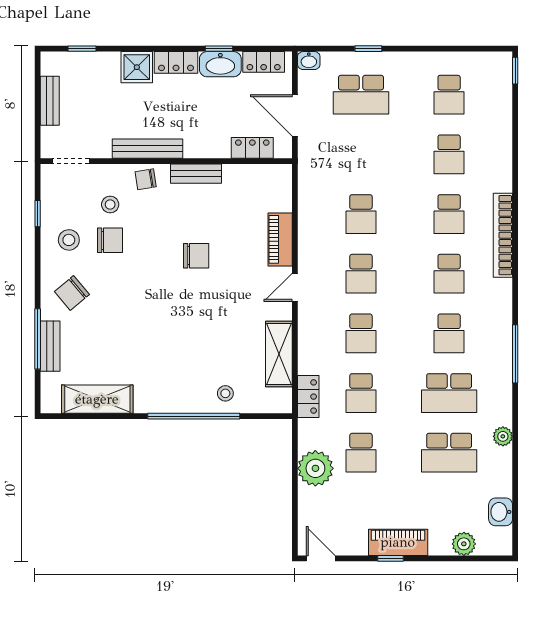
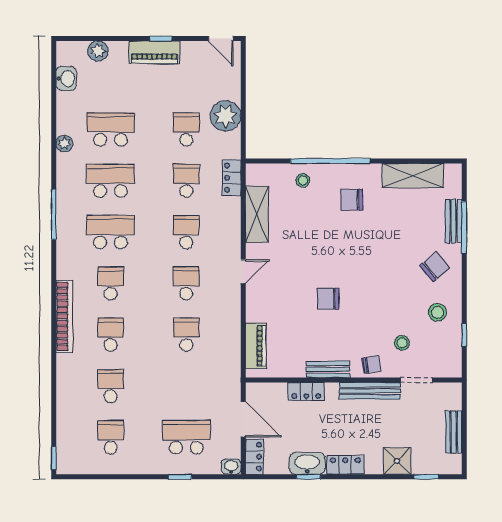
locker: (264, 62) -> (255, 457), moved, turned 90
shower: (137, 67) -> (397, 461), moved
locker: (252, 148) -> (306, 391), moved
doorway: (71, 161) -> (416, 380), moved
piano: (280, 239) -> (256, 346), moved
chair: (110, 240) -> (352, 200), moved
school desk: (449, 333) -> (111, 232), width x1.85

